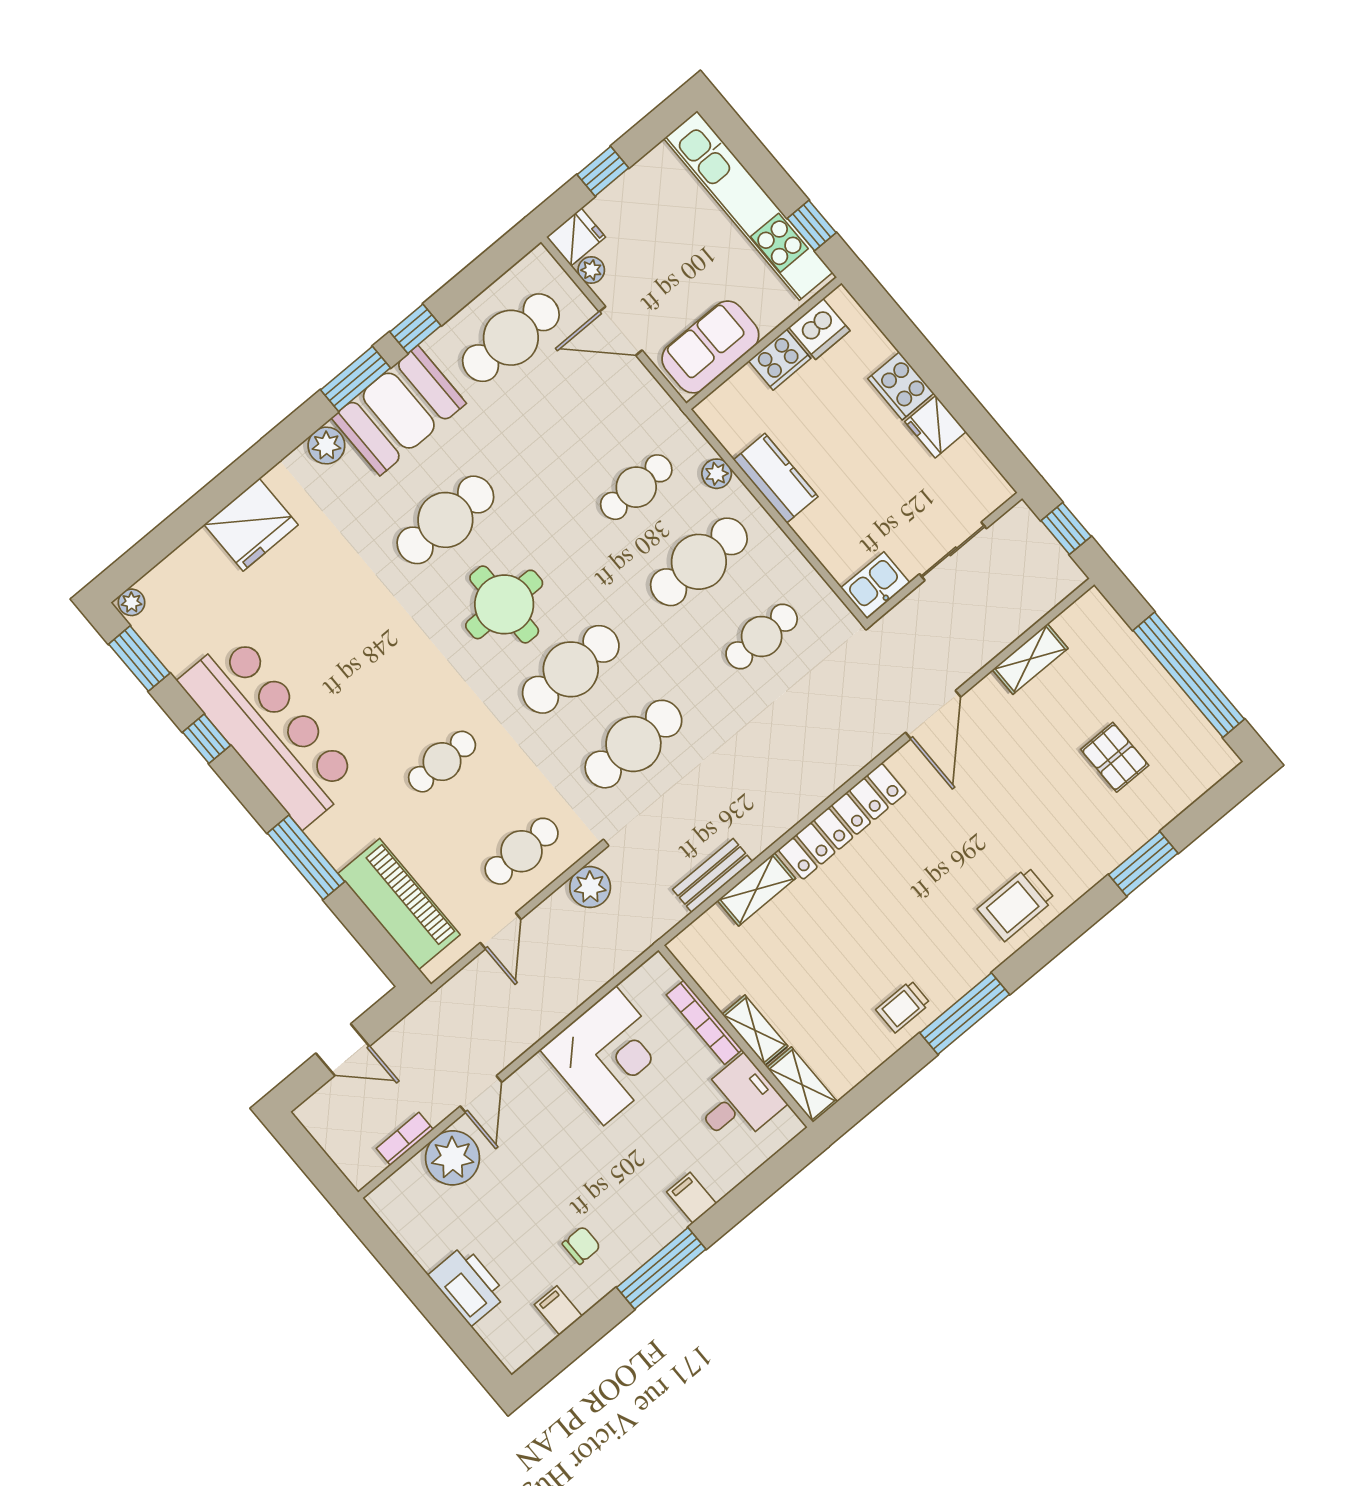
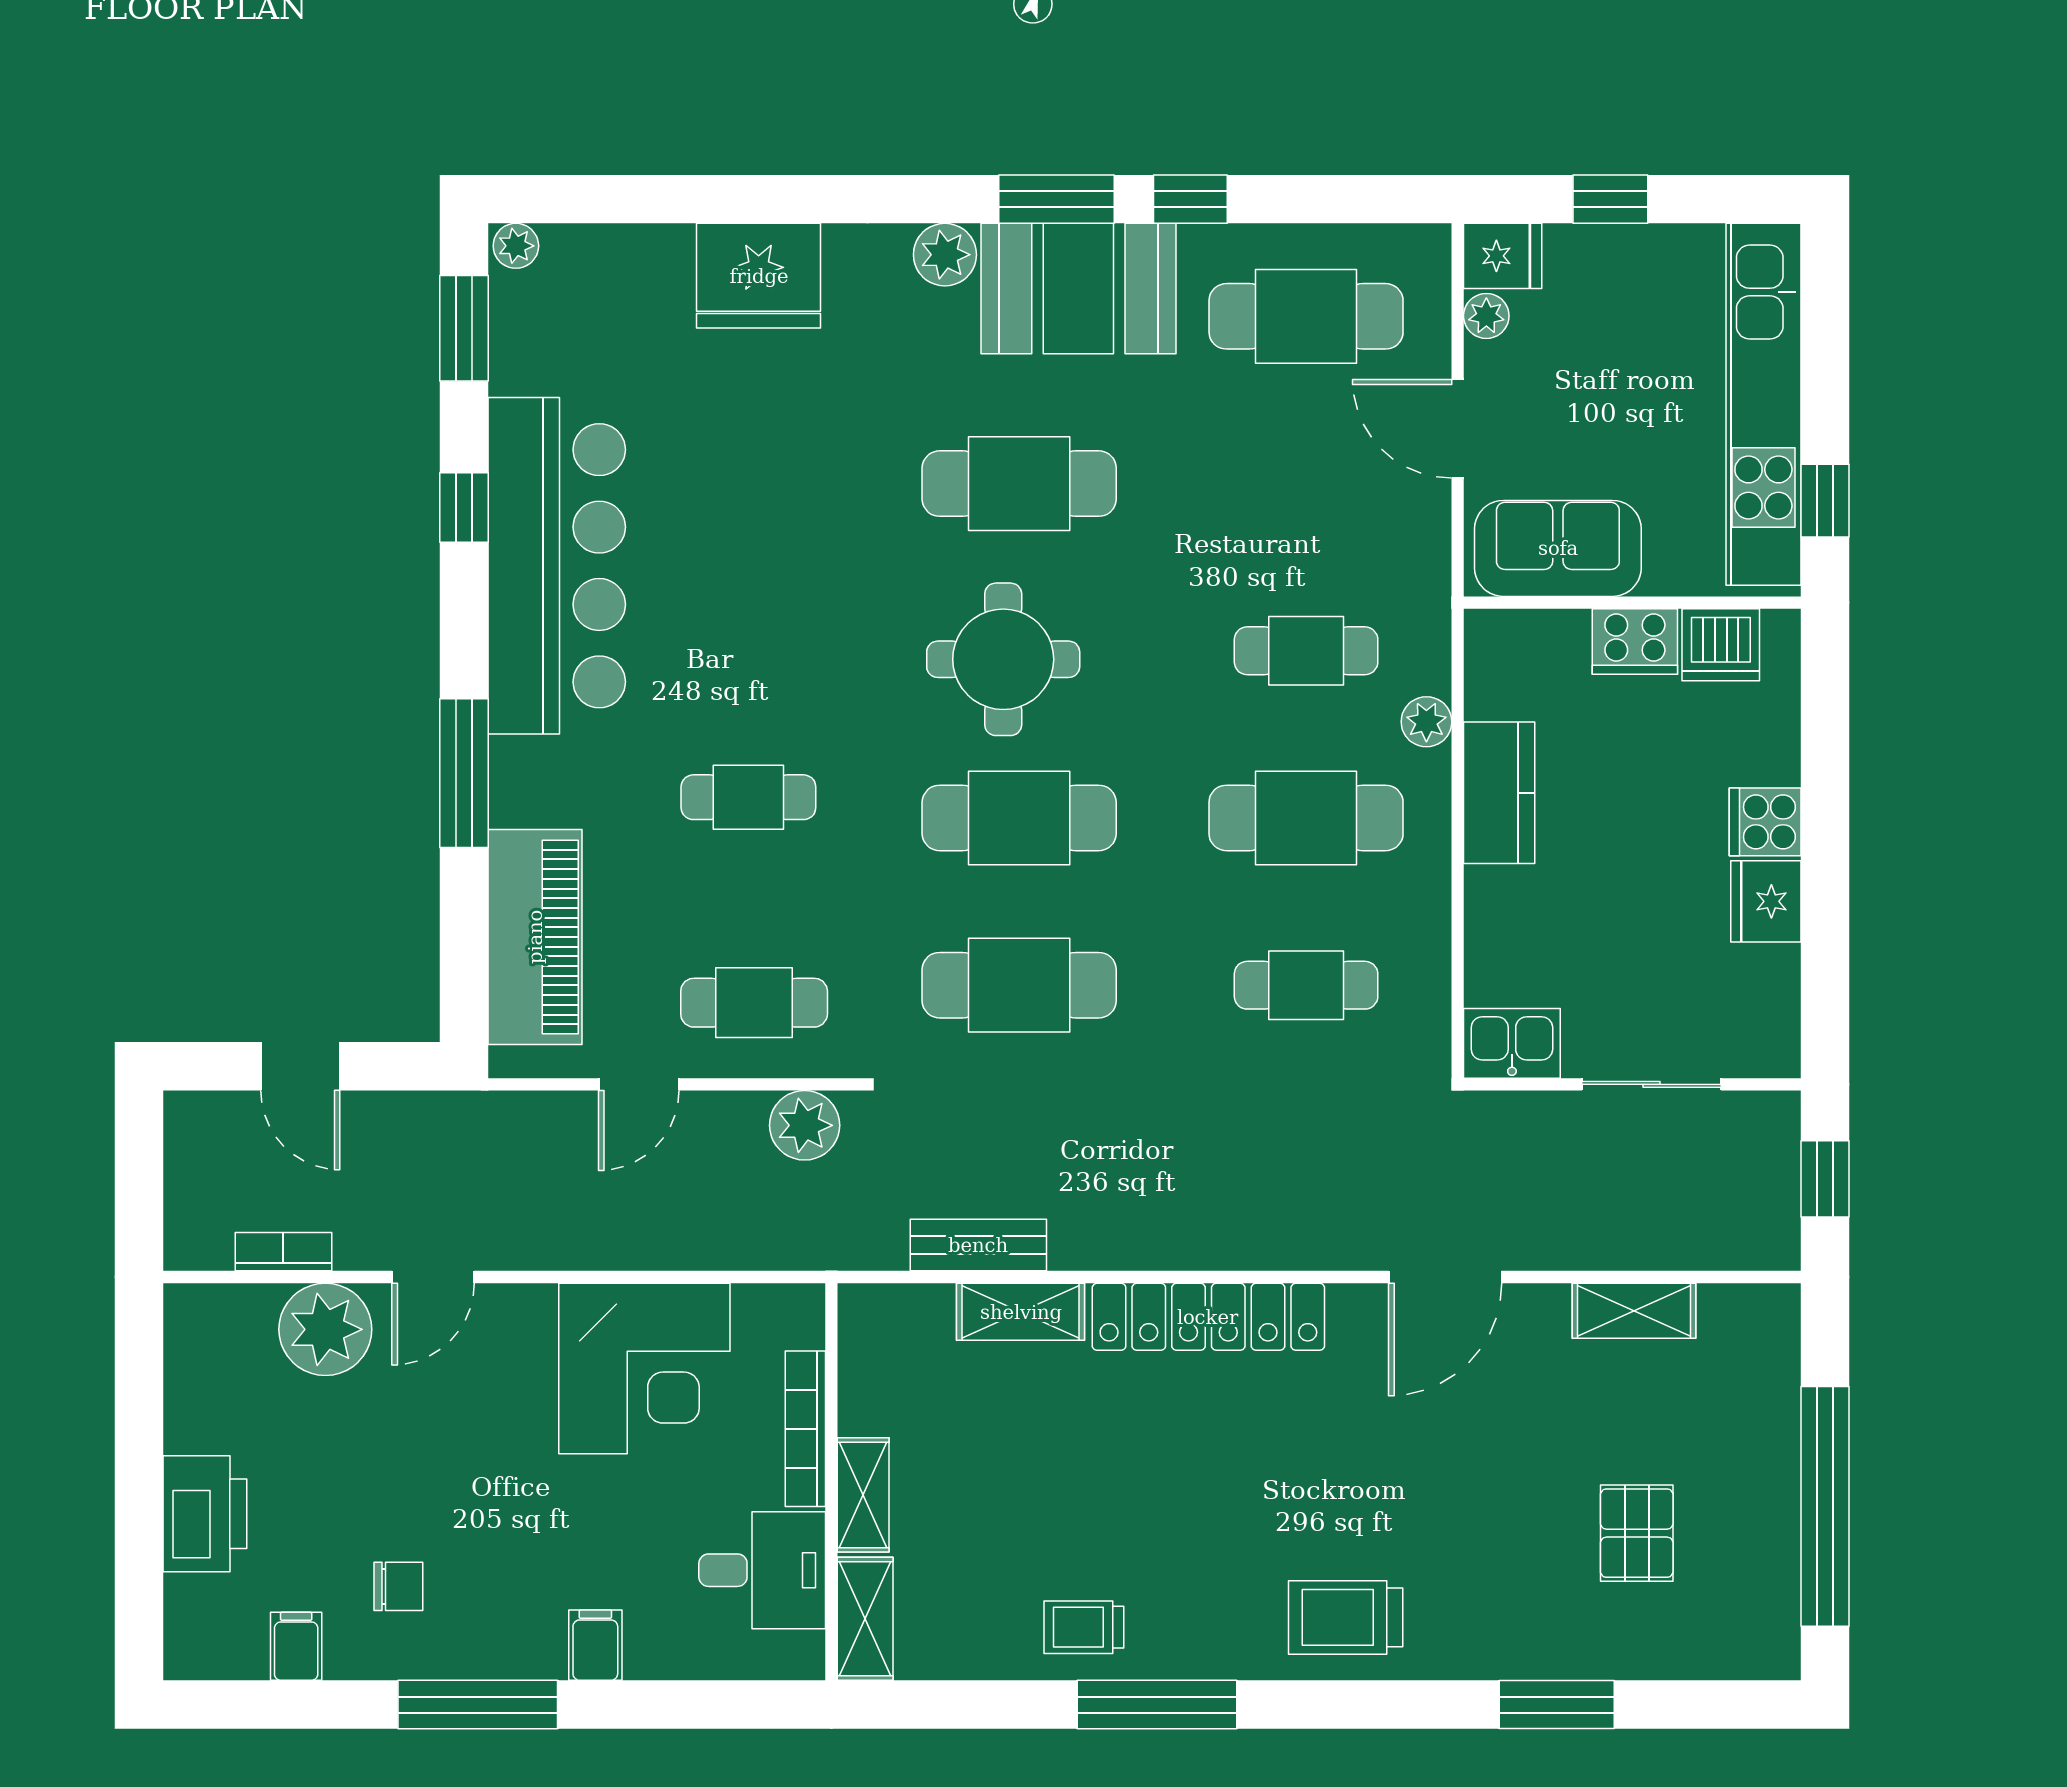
cooker: (901, 386) -> (1765, 822), width x0.73

